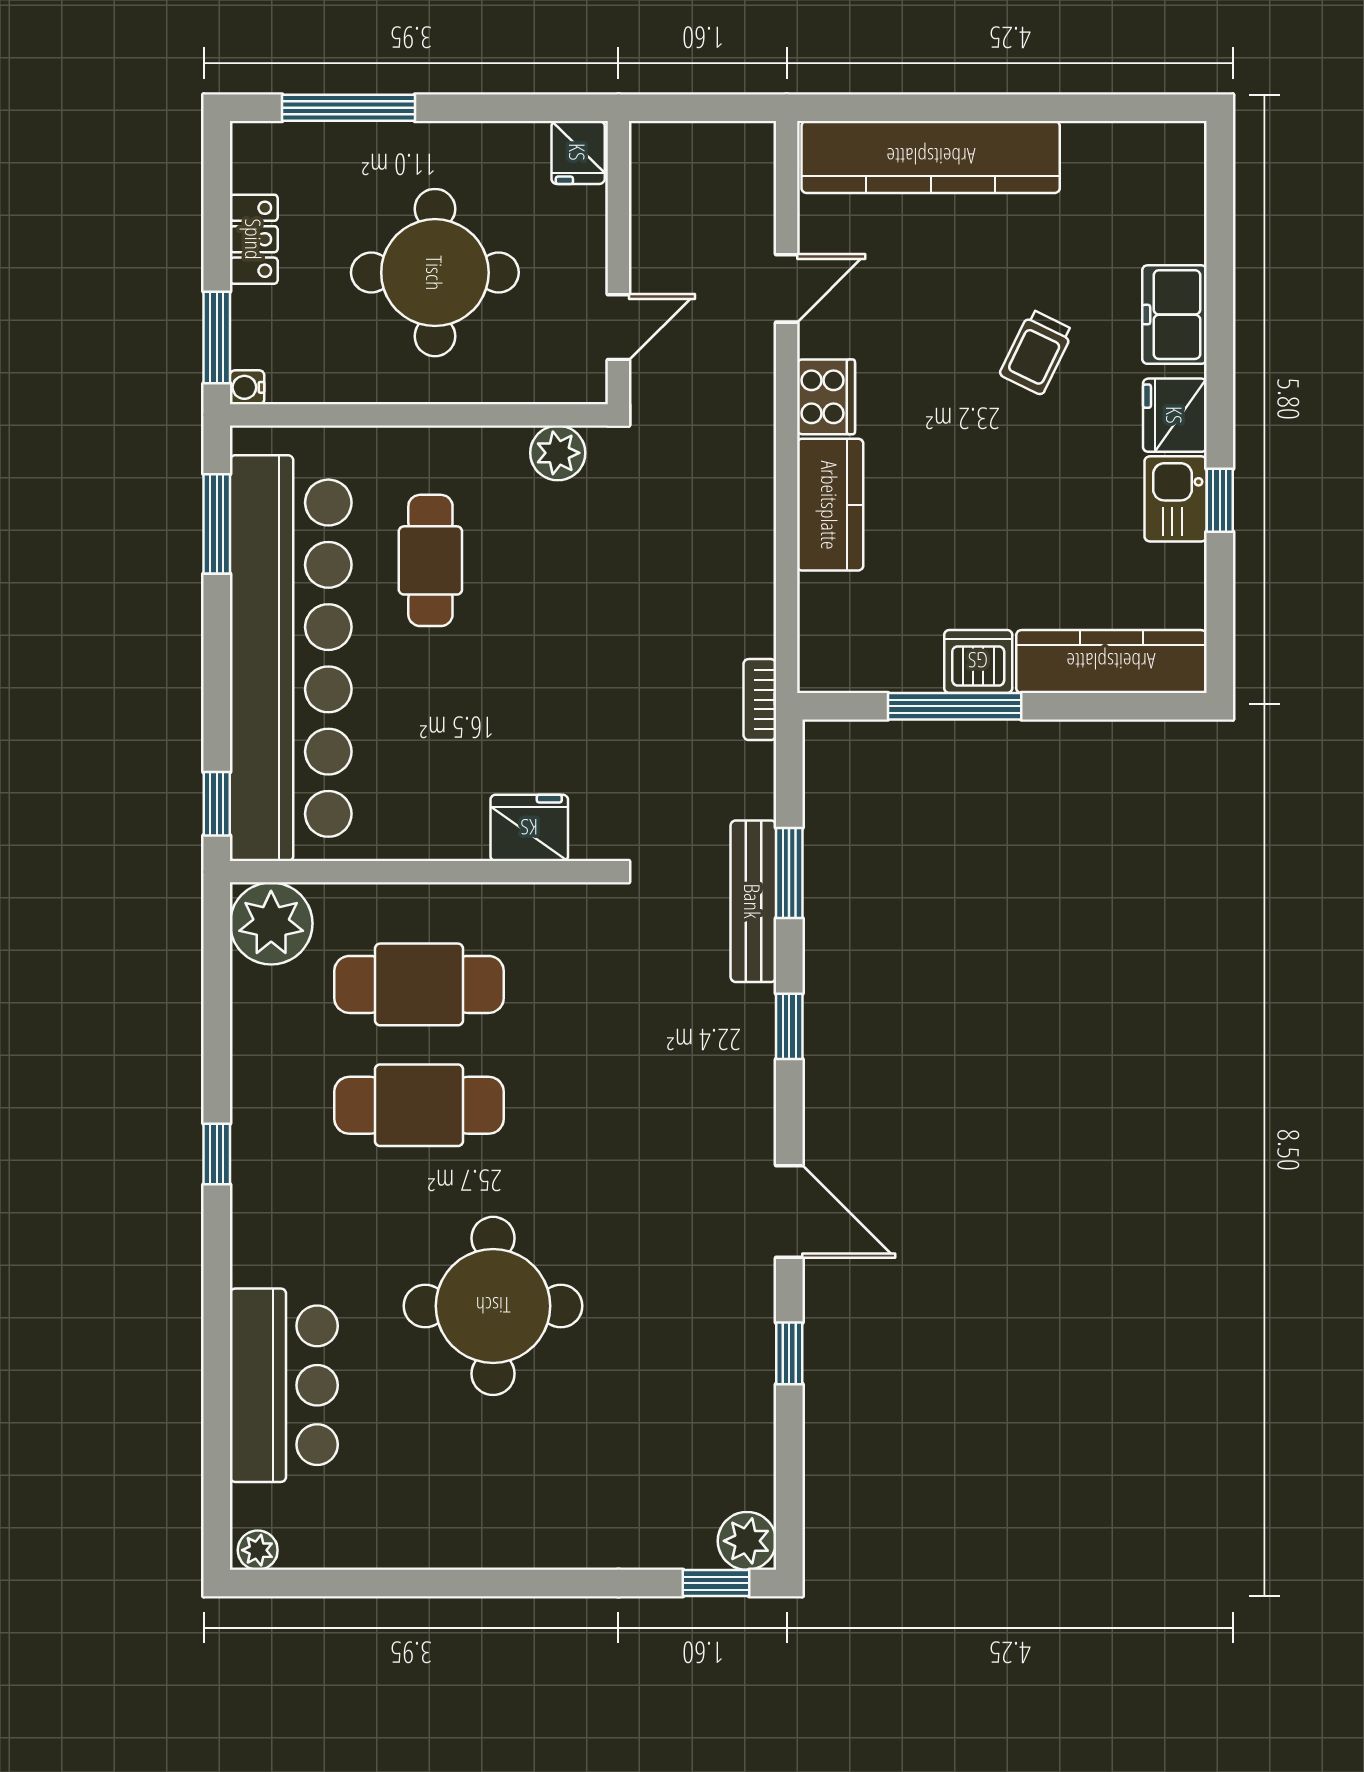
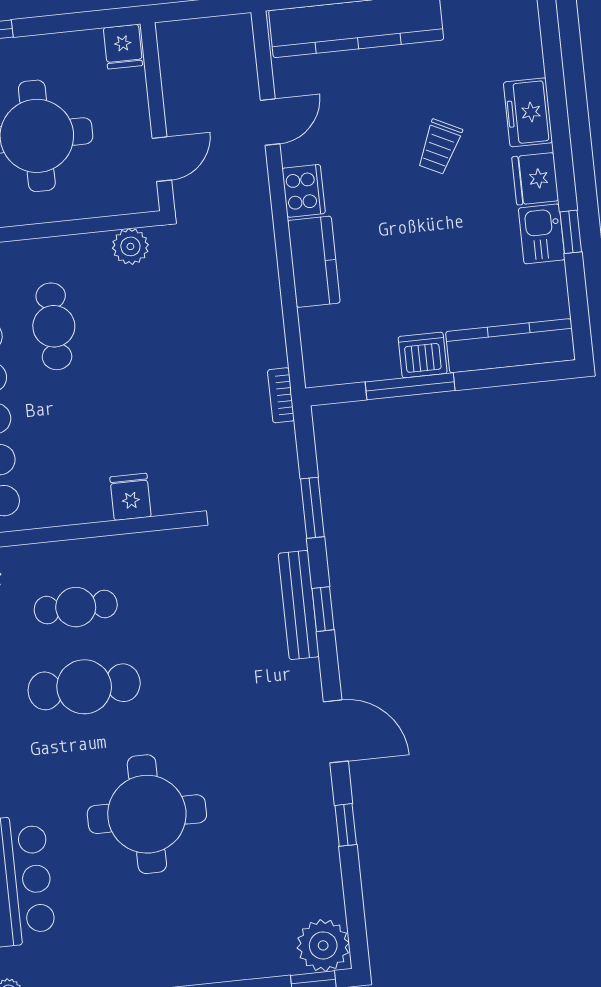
fridge: (529, 828) -> (131, 497), width x0.72
bench: (753, 901) -> (299, 605), moved
cafe table: (419, 984) -> (76, 607), width x0.73, depth x0.74
plant: (747, 1541) -> (323, 945), width x1.36, depth x1.36

